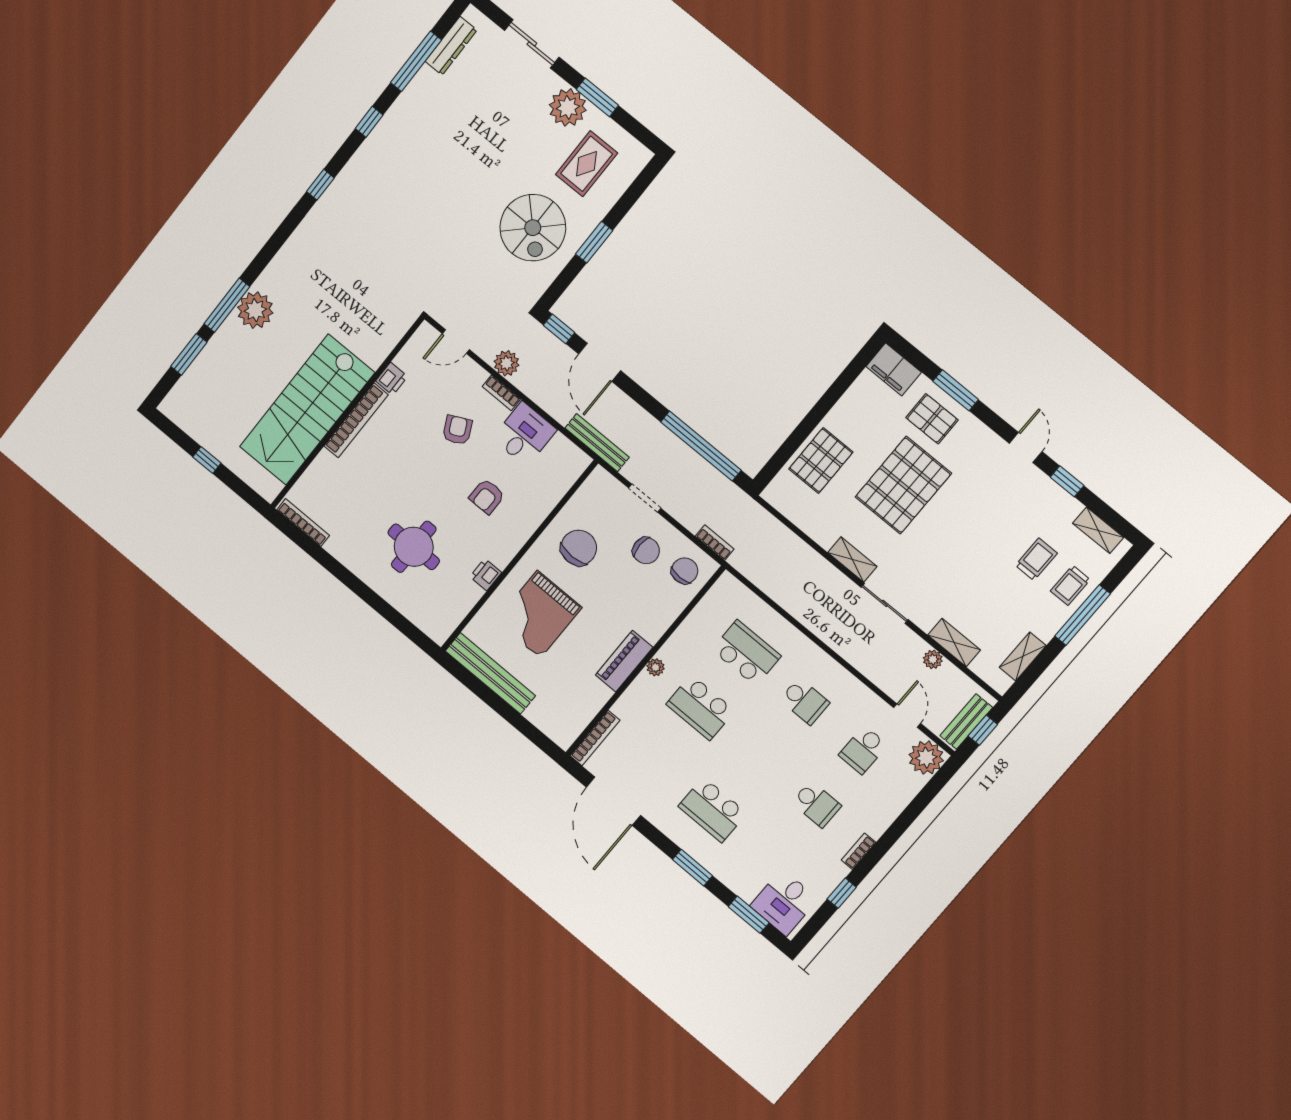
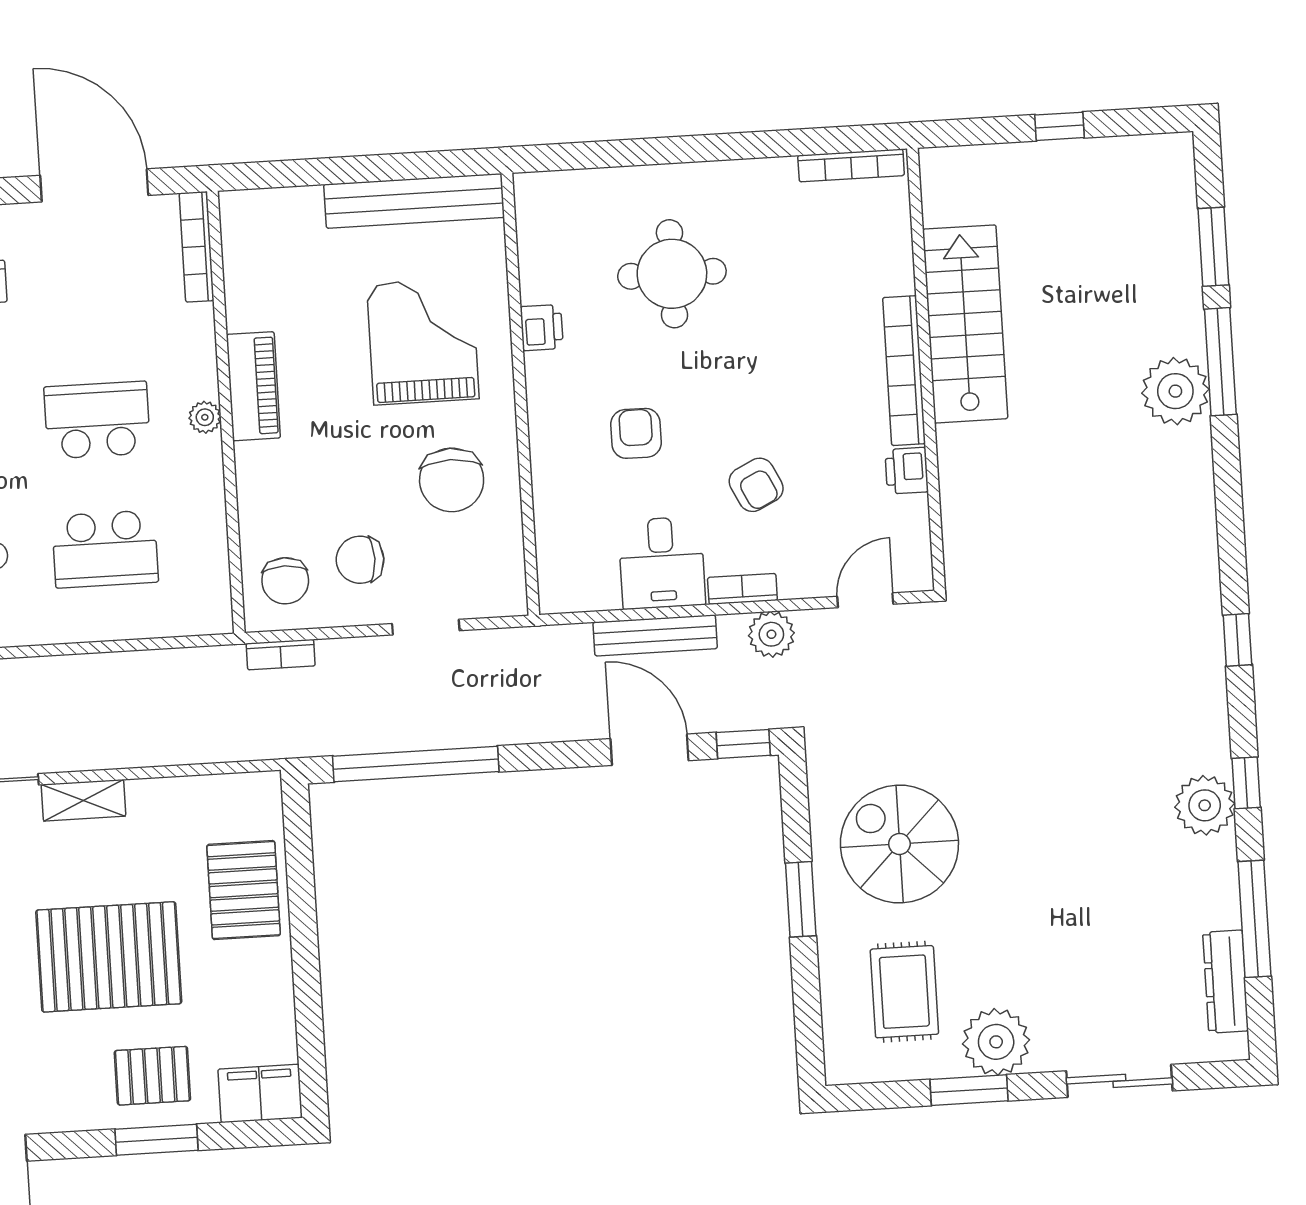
plant: (394, 128) -> (1205, 805), added
stairs: (307, 410) -> (965, 324), width x0.73, depth x0.66
bench: (597, 443) -> (655, 635), moved
pallet: (903, 485) -> (109, 957), turned 90

